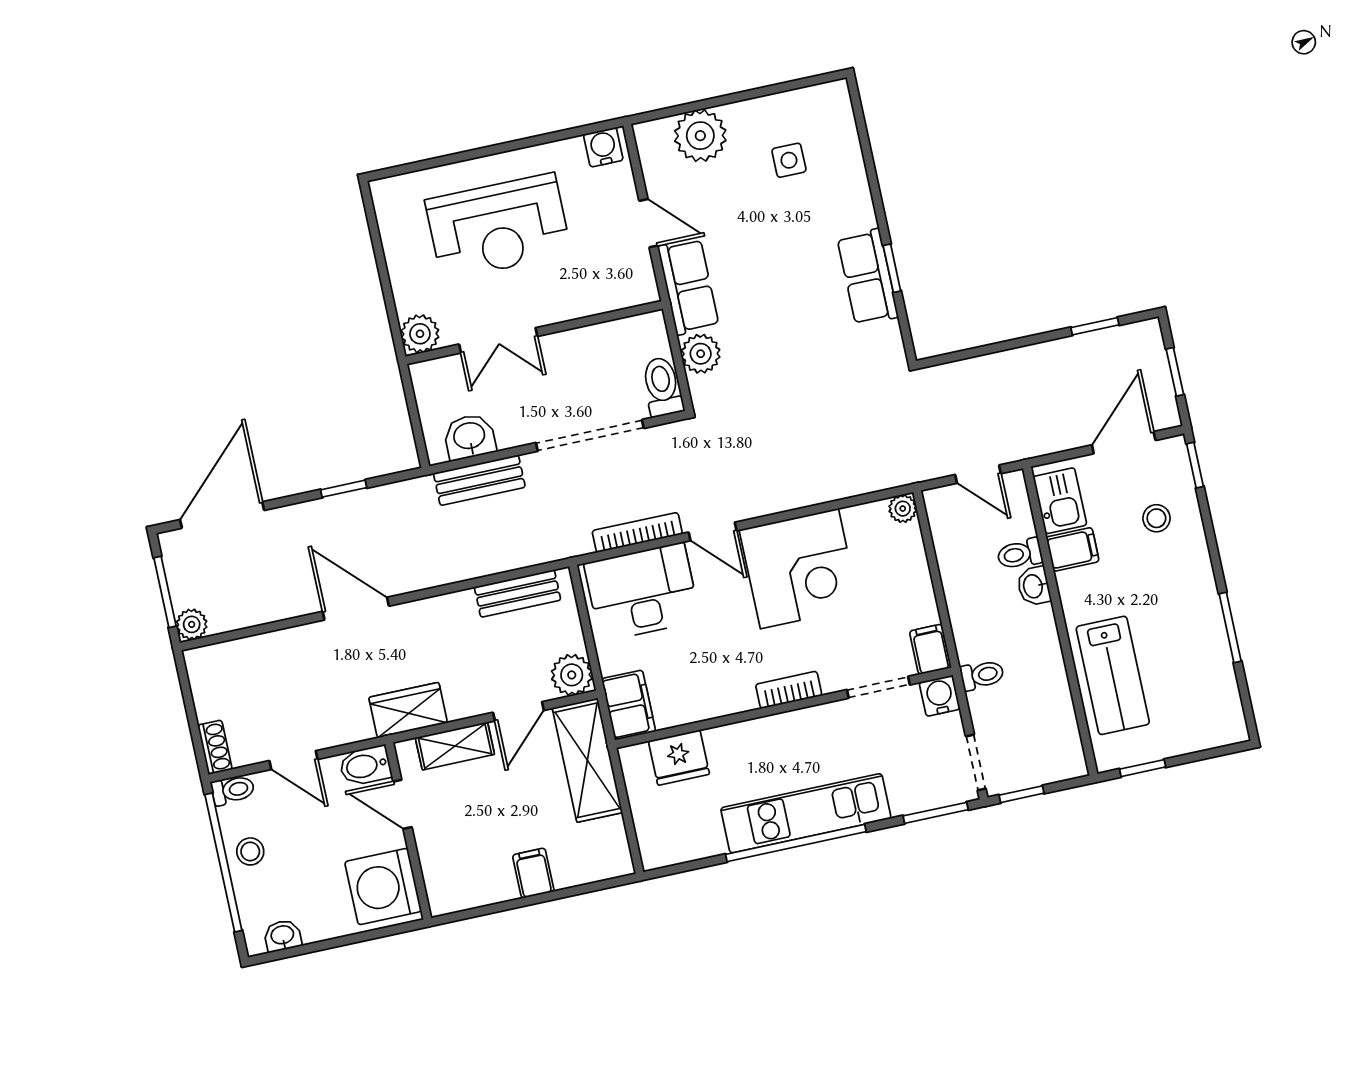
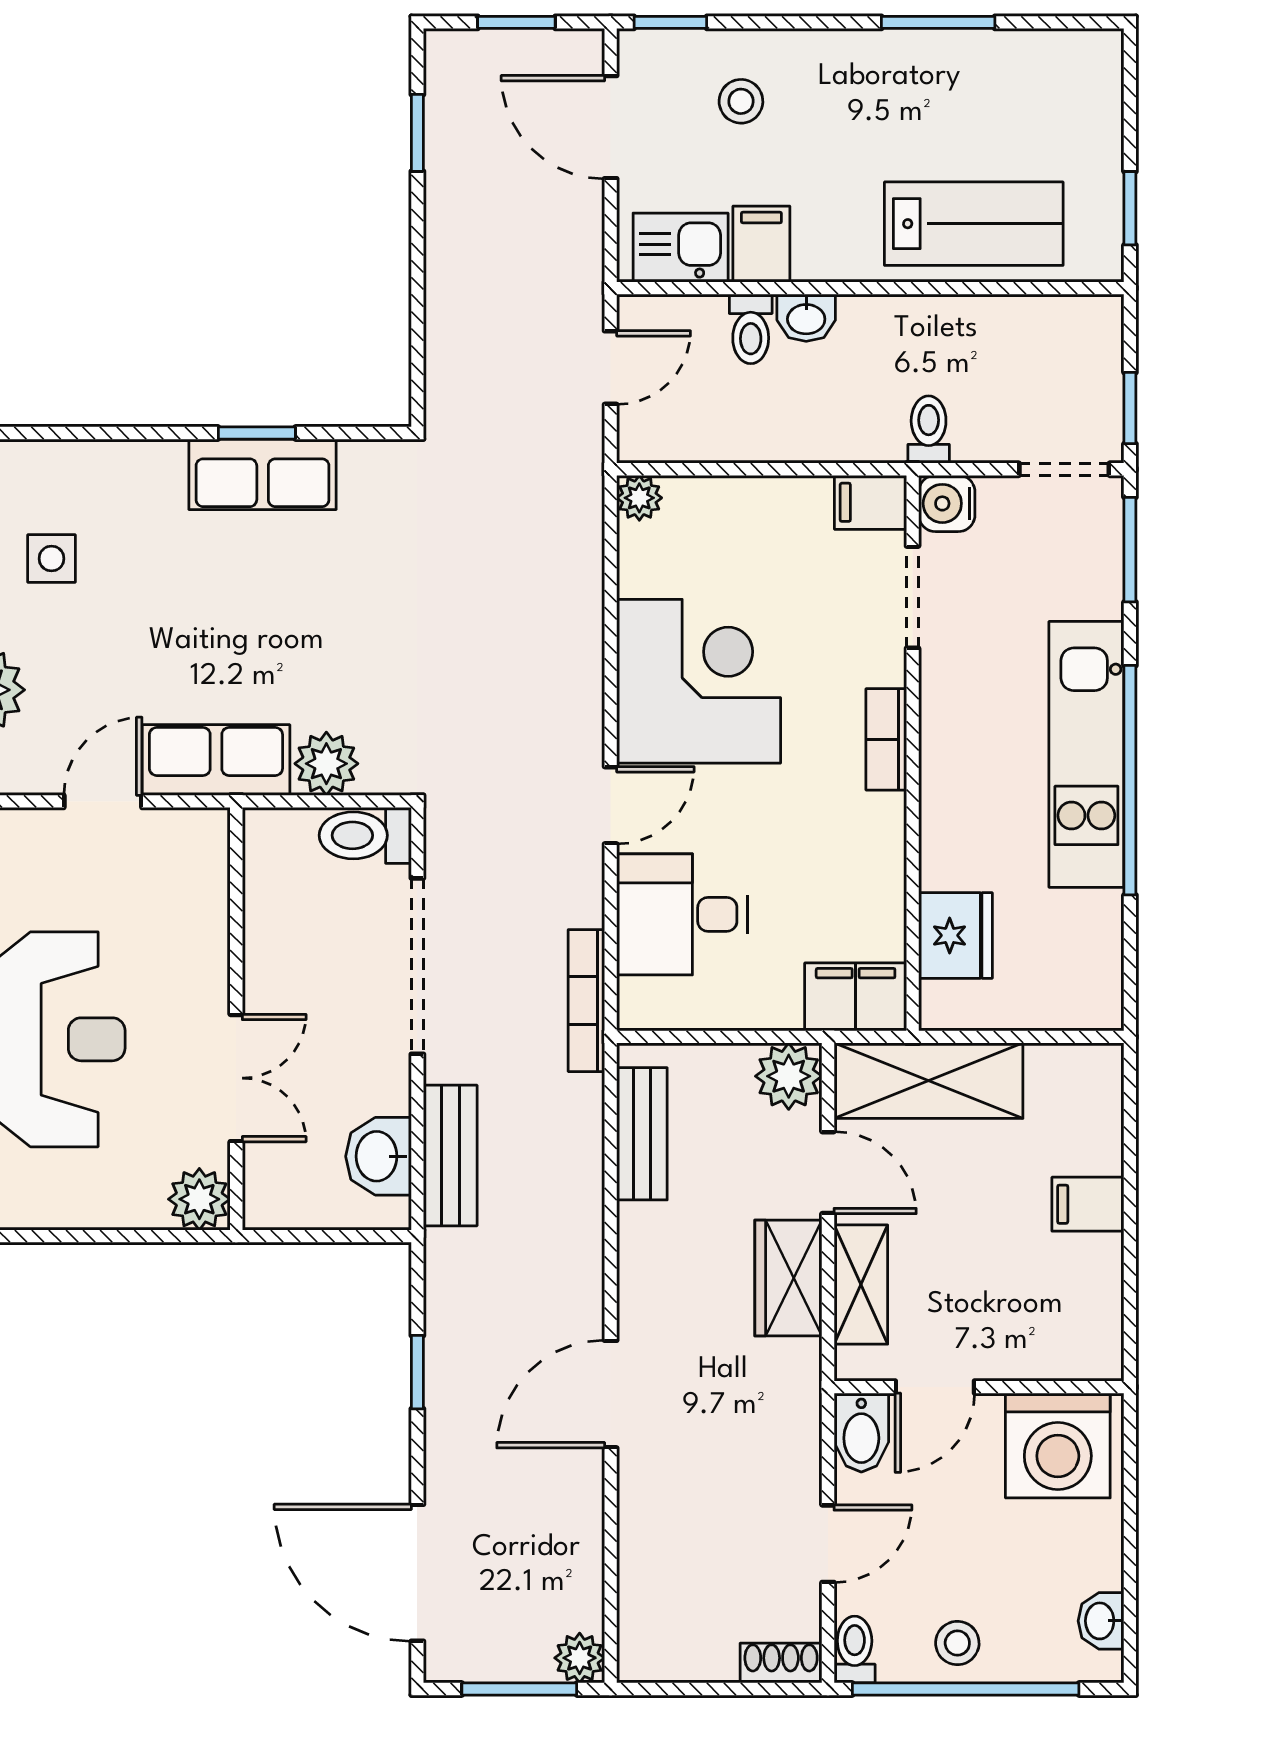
bookcase: (637, 532) -> (586, 1001), moved
desk: (642, 592) -> (682, 914), width x0.73
wardrobe: (408, 710) -> (788, 1278), moved

